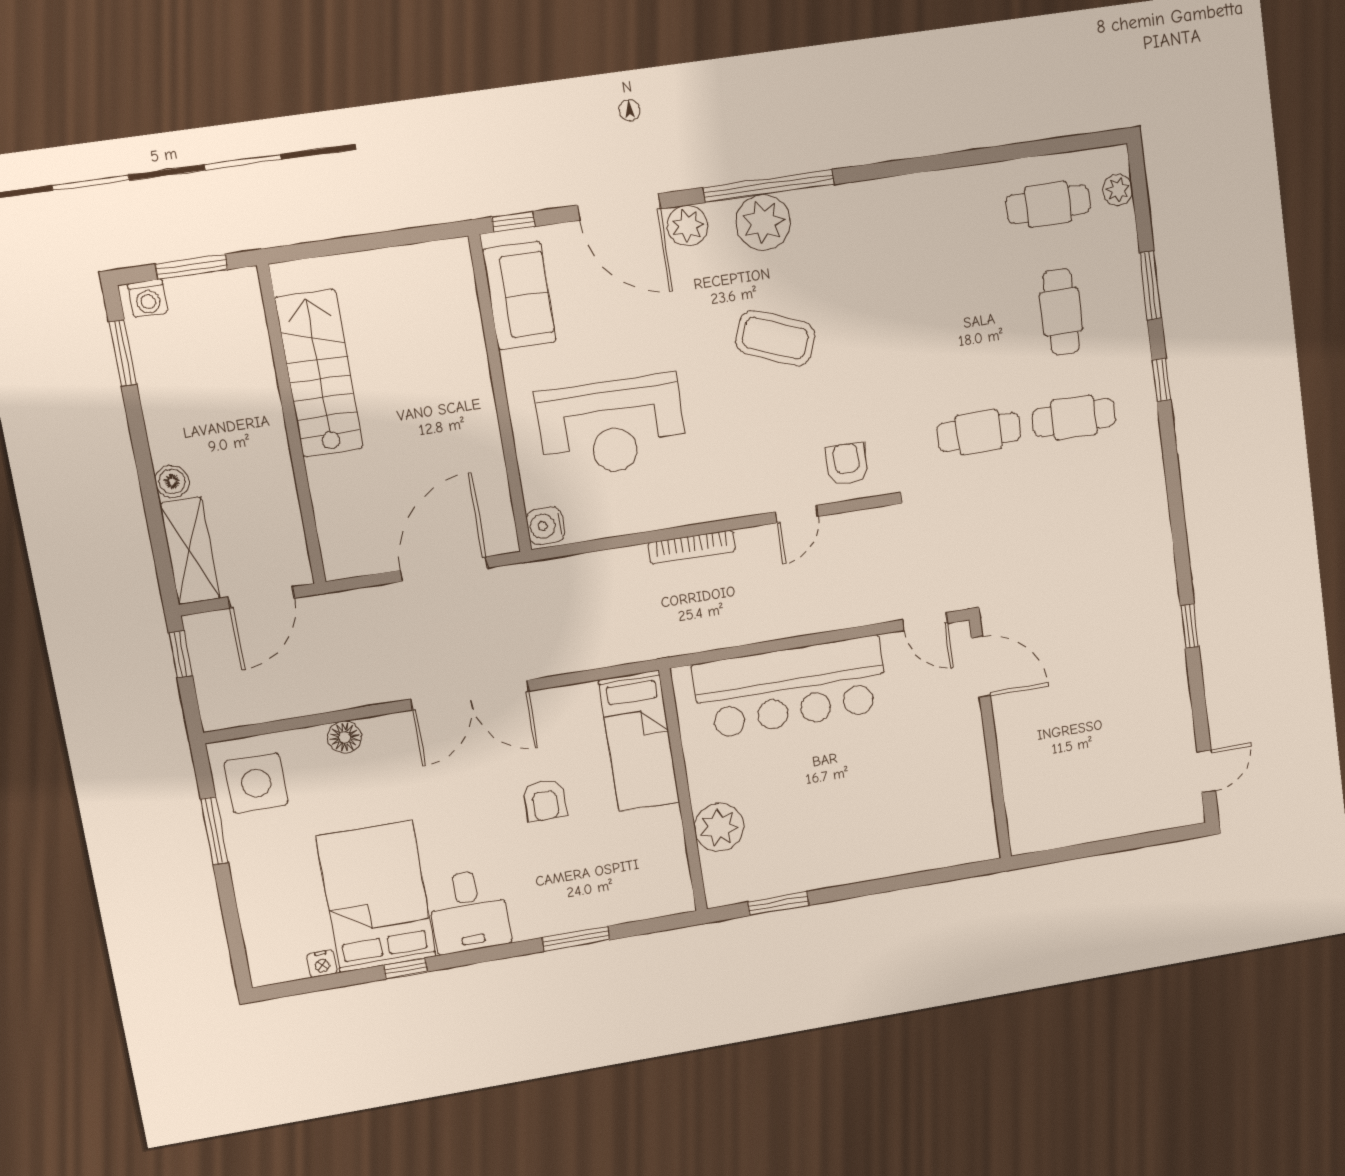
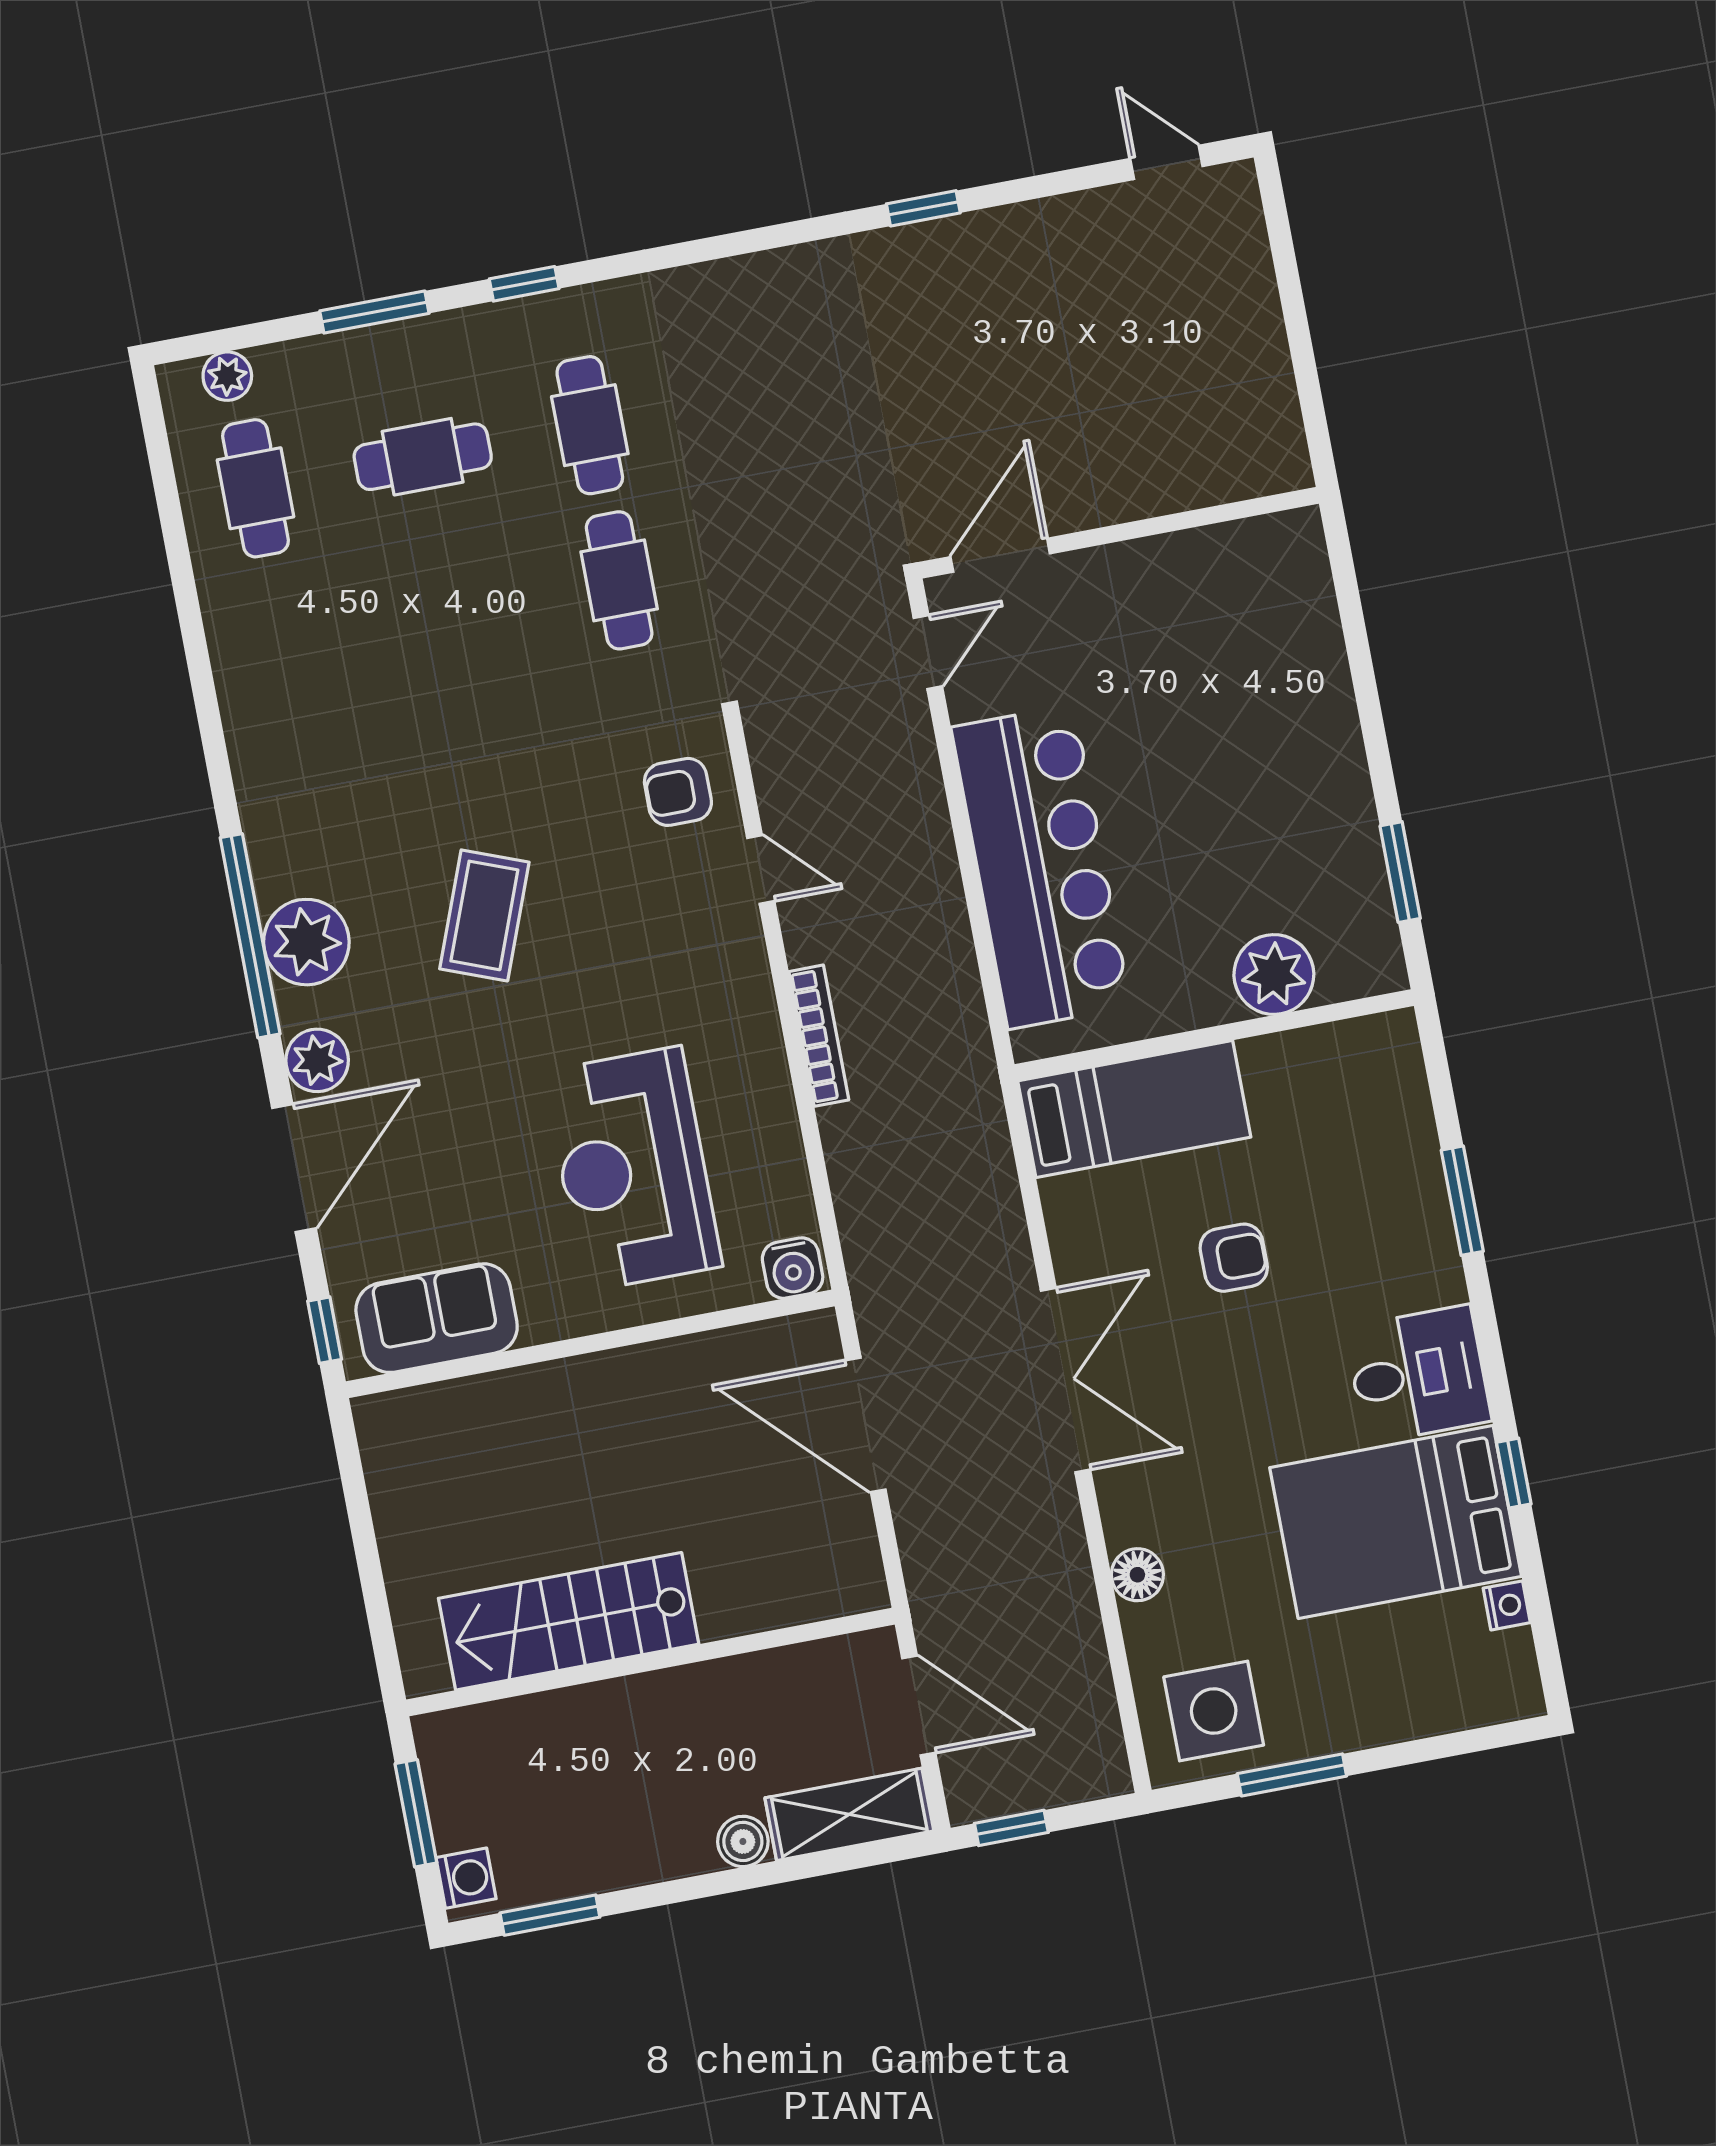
reception desk: (612, 426) -> (633, 1169), turned 180

